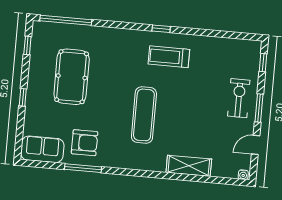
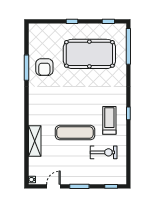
pool table: (72, 77) -> (89, 54), width x1.36, depth x1.32
exercise bike: (239, 98) -> (104, 152), moved
exercise mat: (144, 115) -> (75, 133), moved
door: (256, 145) -> (53, 186), hinge flipped
sofa: (42, 149) -> (37, 38), removed

